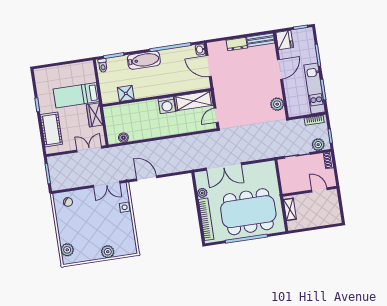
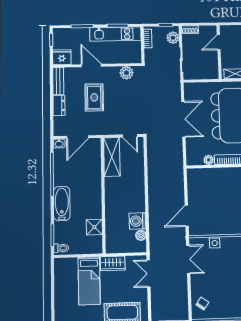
rug: (249, 76) -> (94, 97), added
washing machine: (167, 105) -> (138, 221), moved, turned 180
double door: (224, 167) -> (183, 119), moved

